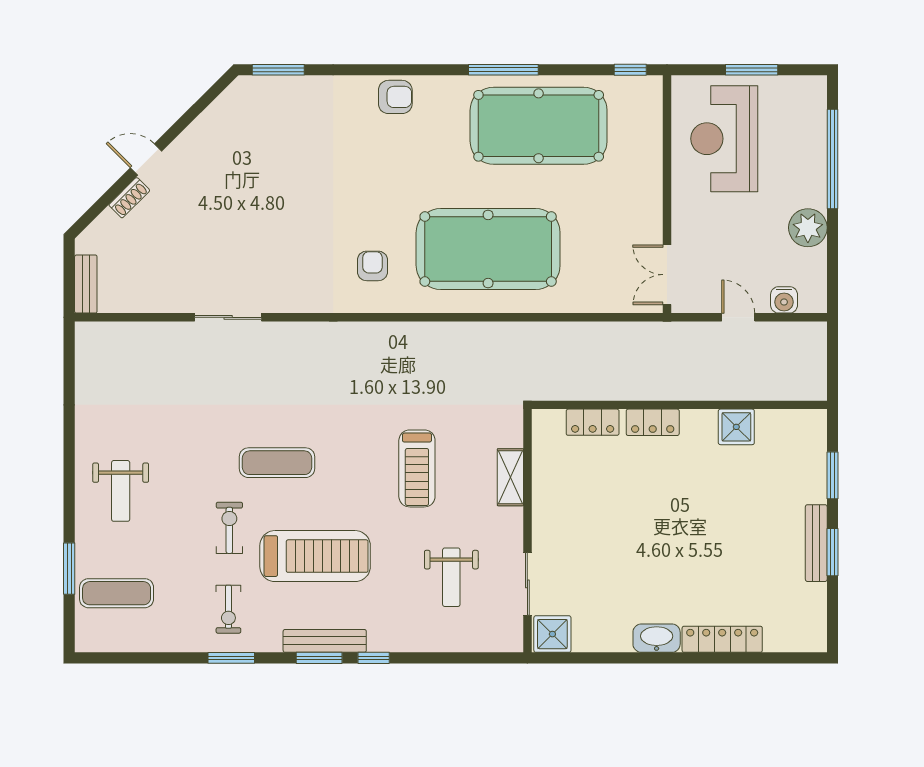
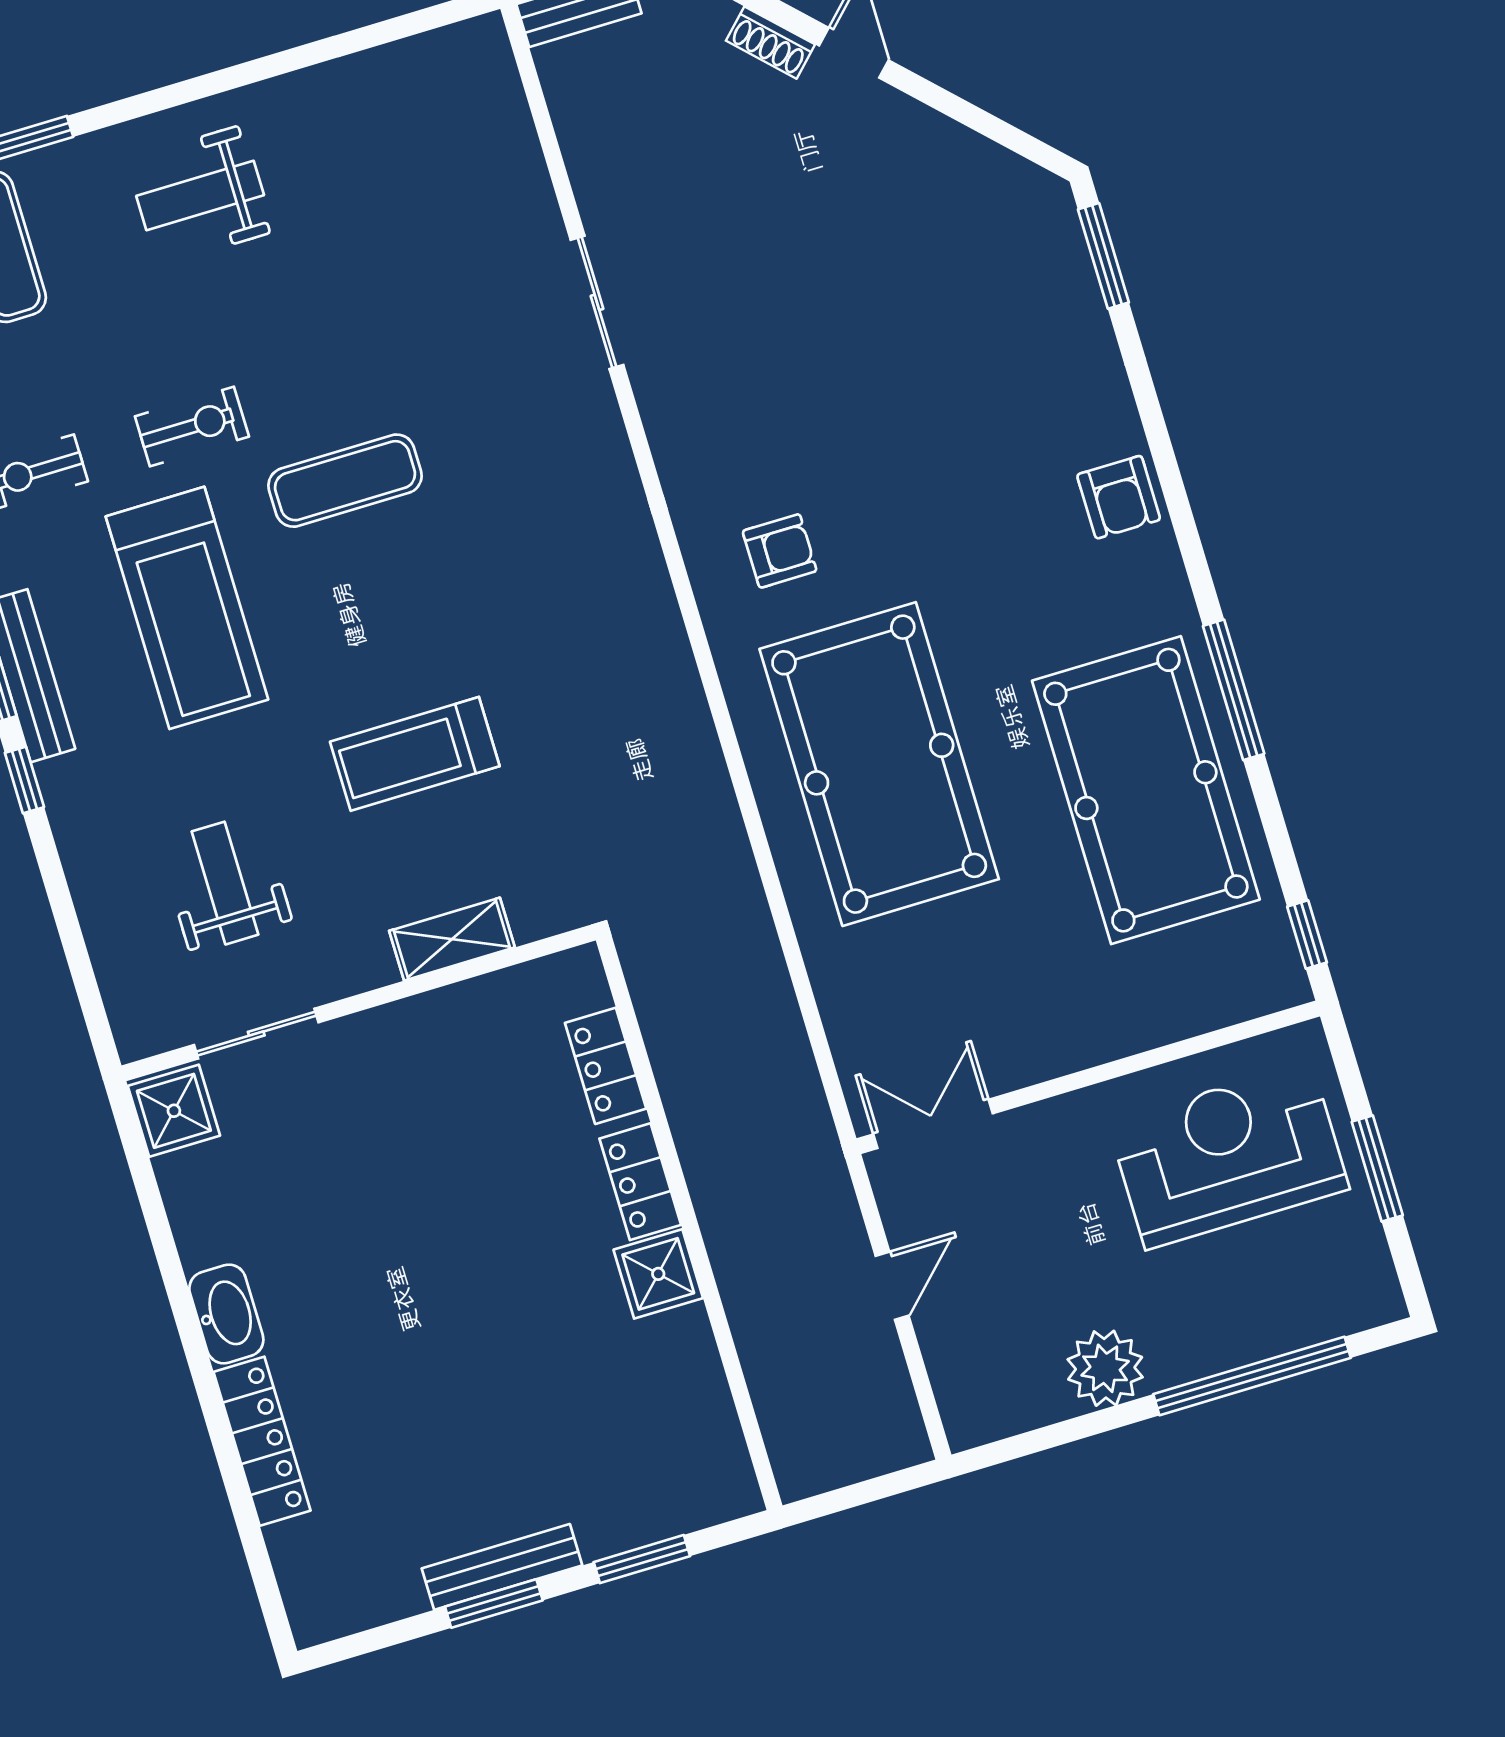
water cooler: (784, 300) -> (952, 1364), removed
shower: (736, 427) -> (658, 1274), moved
exercise mat: (277, 463) -> (345, 481), turned 90
weight bench: (451, 577) -> (225, 883), turned 90

